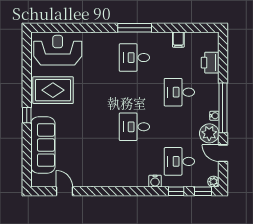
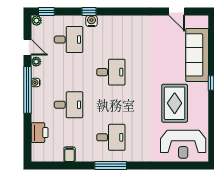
rug: (53, 90) -> (175, 103), moved, turned 90
plant: (209, 133) -> (36, 62), width x0.53, depth x0.53
window: (176, 191) -> (89, 11), moved

